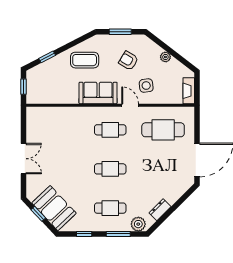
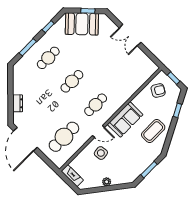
armchair: (128, 61) -> (158, 90), moved
dresser: (160, 210) -> (18, 103), moved
plant: (138, 224) -> (22, 65), removed

